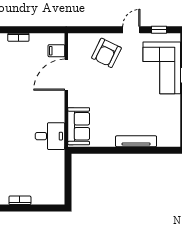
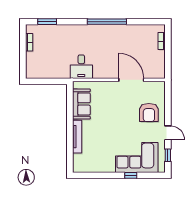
filing cabinet: (56, 51) -> (151, 72), removed
armchair: (106, 53) -> (149, 113), turned -116
sofa: (79, 126) -> (81, 104), moved, turned -90

